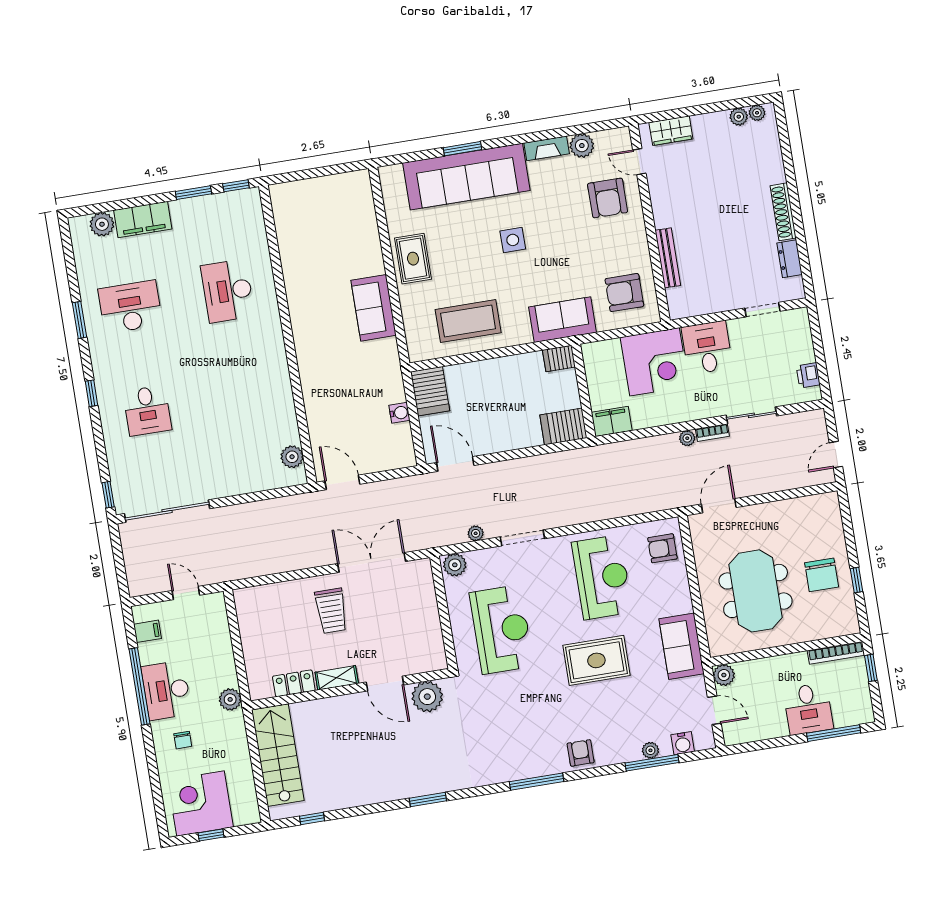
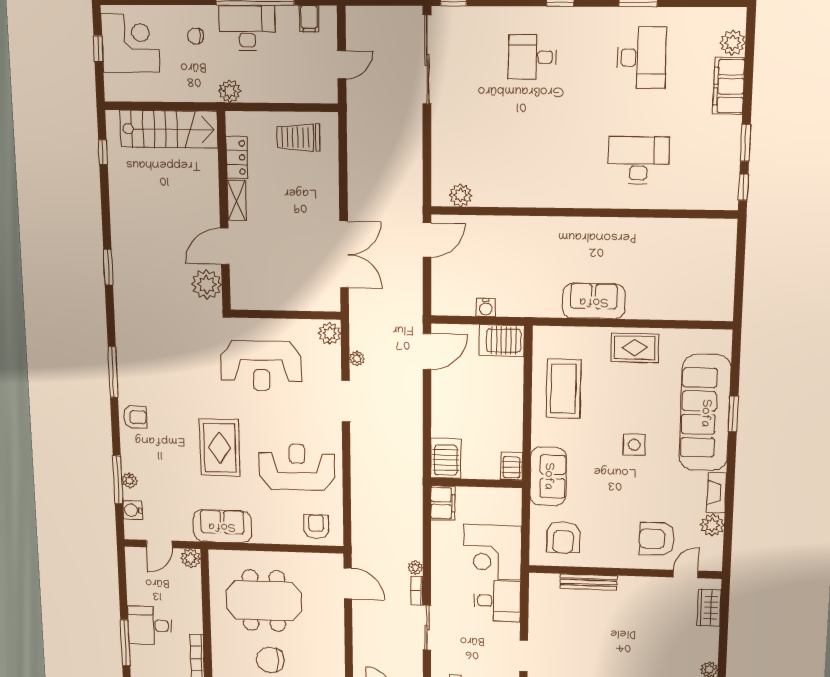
armchair: (624, 293) -> (563, 537), turned 180
reception desk: (602, 577) -> (297, 467), turned 180
trolley: (331, 611) -> (298, 138), moved

